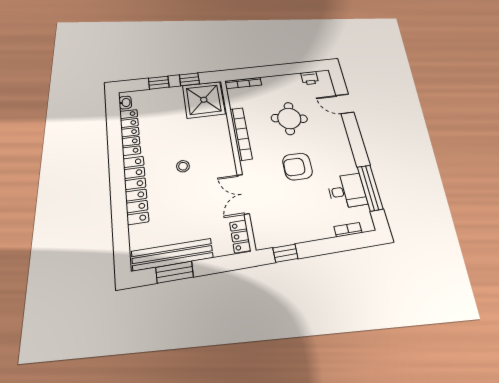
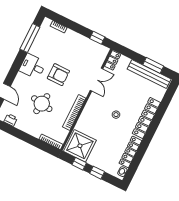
desk: (347, 191) -> (33, 66), moved

